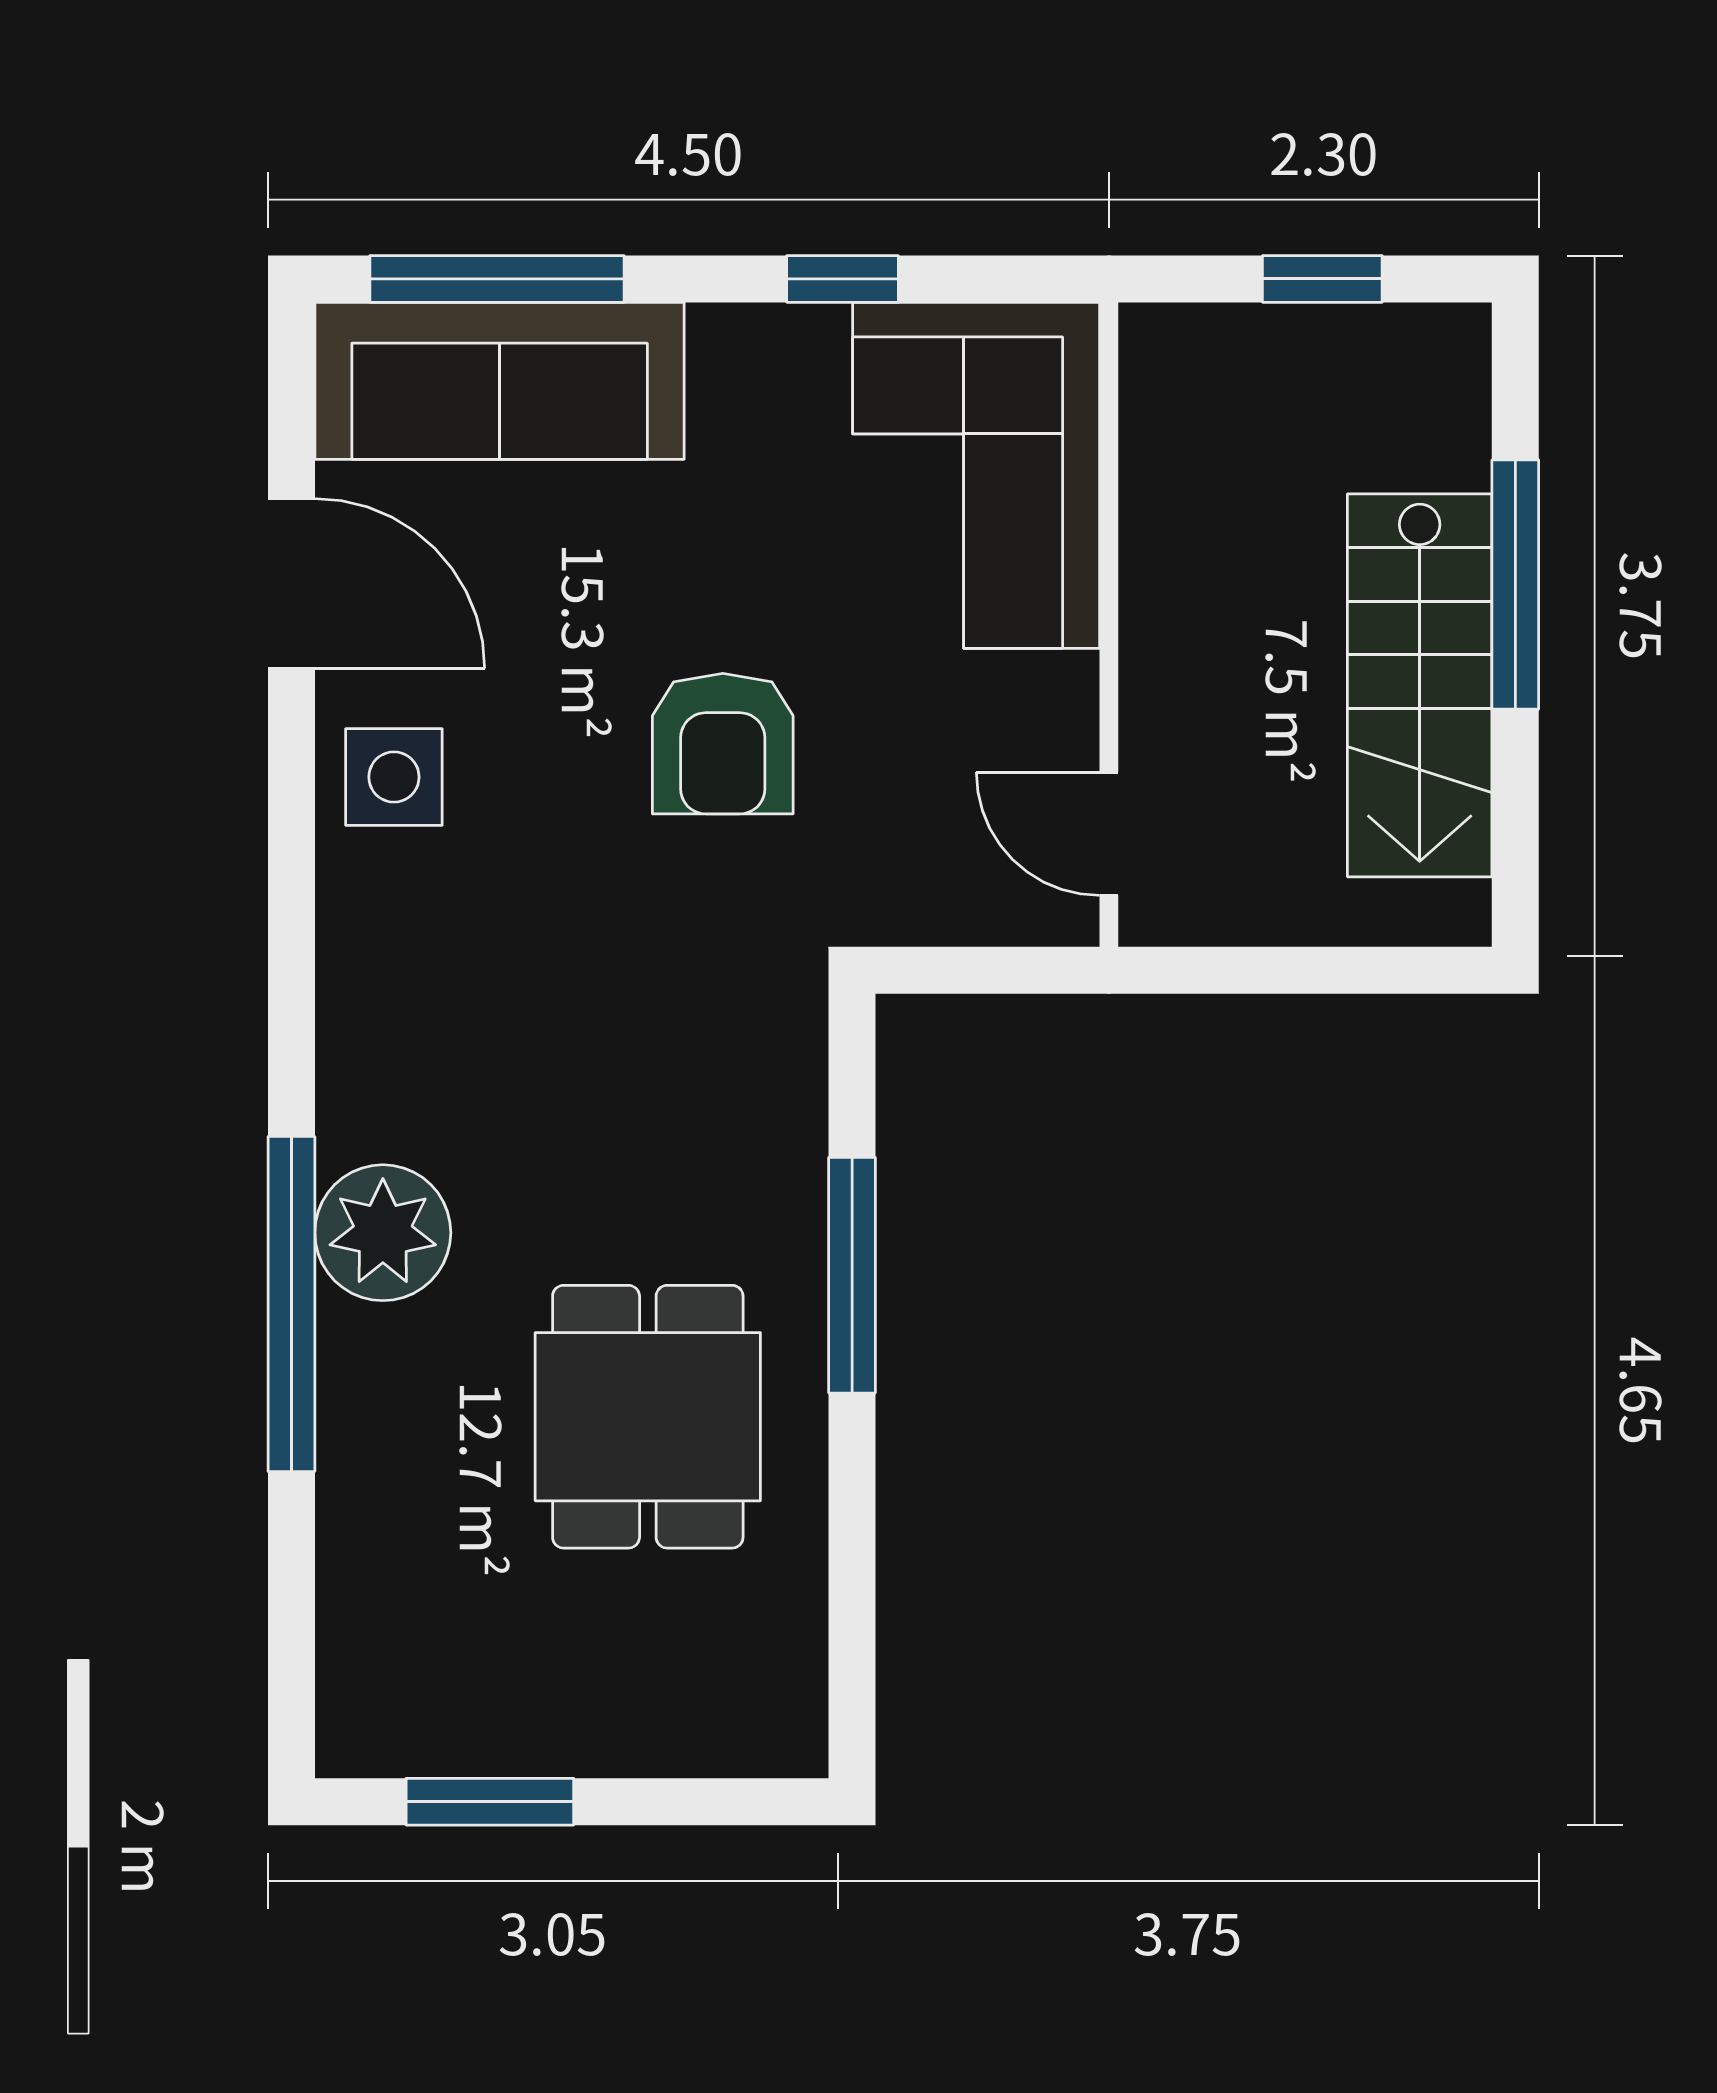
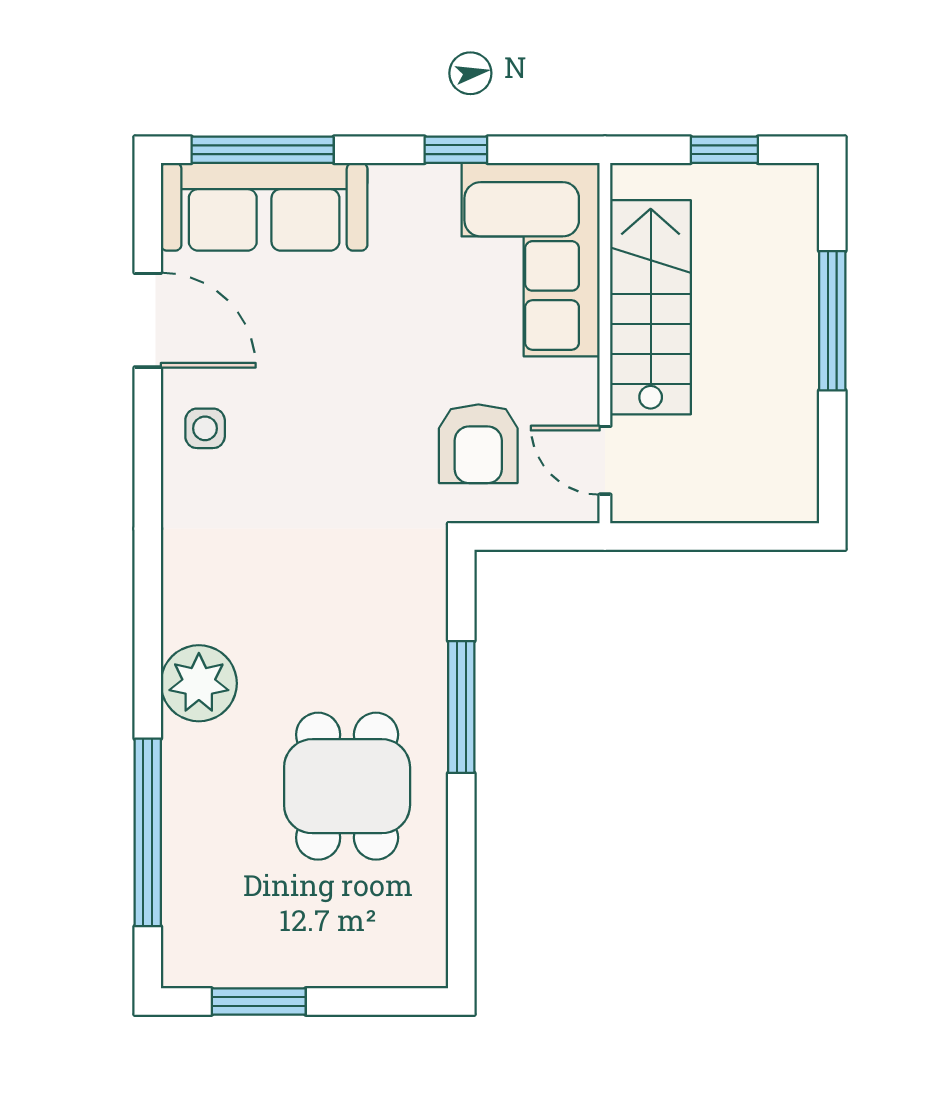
stairs: (1420, 685) -> (651, 307), moved, turned 180
armchair: (723, 744) -> (478, 444), moved
side table: (394, 777) -> (205, 428), width x0.73, depth x0.73
window: (291, 1304) -> (148, 832), moved

